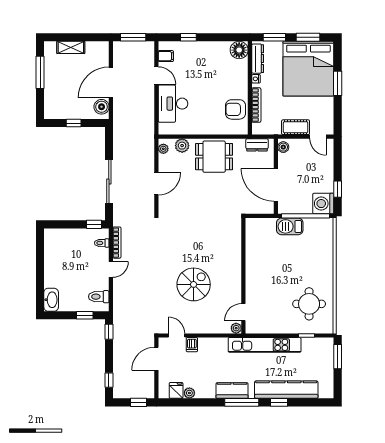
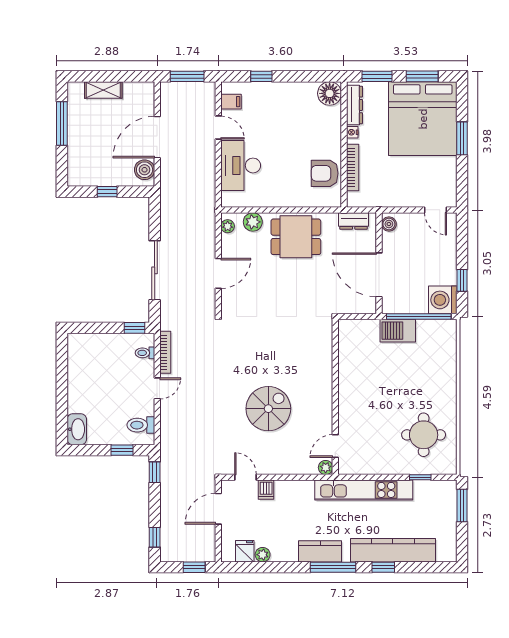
cot: (296, 127) -> (405, 197), removed

